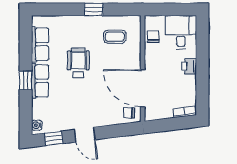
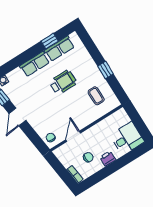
chair: (153, 37) -> (88, 157), moved
window: (26, 80) -> (50, 41), moved
door: (143, 88) -> (73, 136), width x0.53

